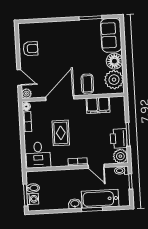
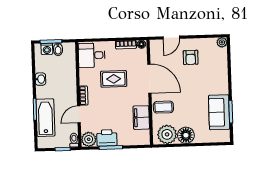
sofa: (111, 35) -> (219, 112), moved, turned -90
armchair: (30, 49) -> (191, 57), moved
plant: (26, 94) -> (222, 42), moved
washbasin: (75, 204) -> (40, 79), moved

